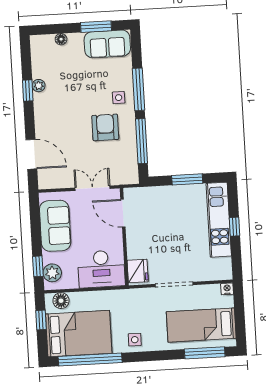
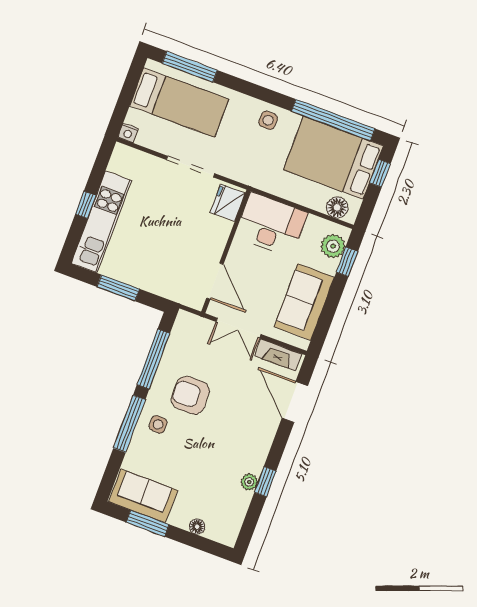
armchair: (105, 127) -> (190, 395), turned 90
fireplace: (57, 182) -> (278, 355), added
window: (41, 320) -> (380, 173), moved

